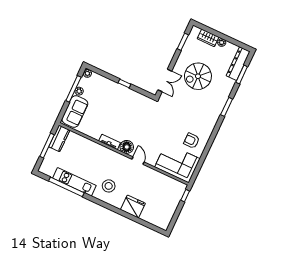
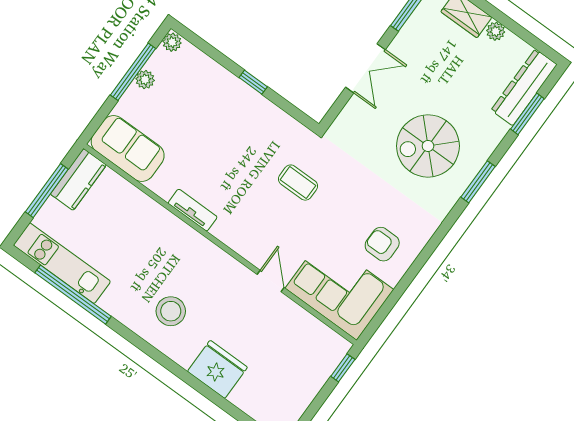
spiral stairs: (198, 76) -> (428, 146), moved
double door: (165, 80) -> (365, 68), moved
sofa: (75, 111) -> (128, 149), moved, turned -90
coffee table: (151, 122) -> (298, 183), added
floor lamp: (127, 147) -> (230, 229), removed
door: (138, 161) -> (271, 281), moved
kitchen unit: (74, 182) -> (62, 263), moved

